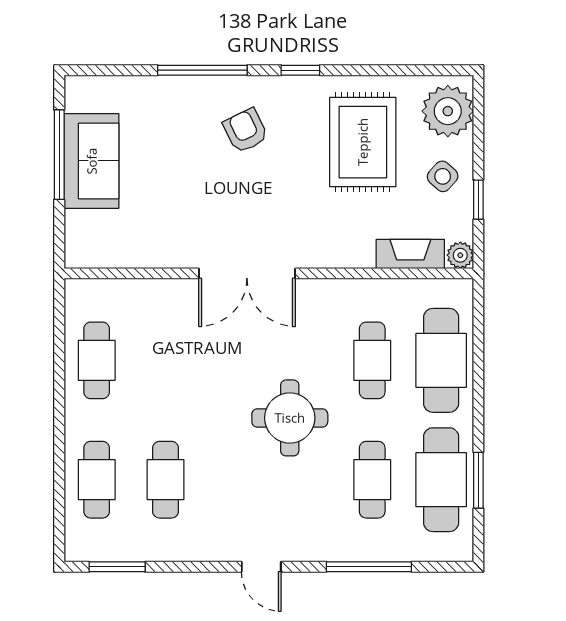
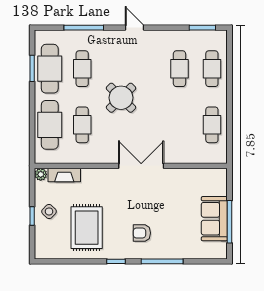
plant: (448, 111) -> (47, 242), removed
armchair: (245, 131) -> (142, 233), turned 116
window: (478, 200) -> (32, 216), moved
round table: (290, 418) -> (121, 98), turned 45

